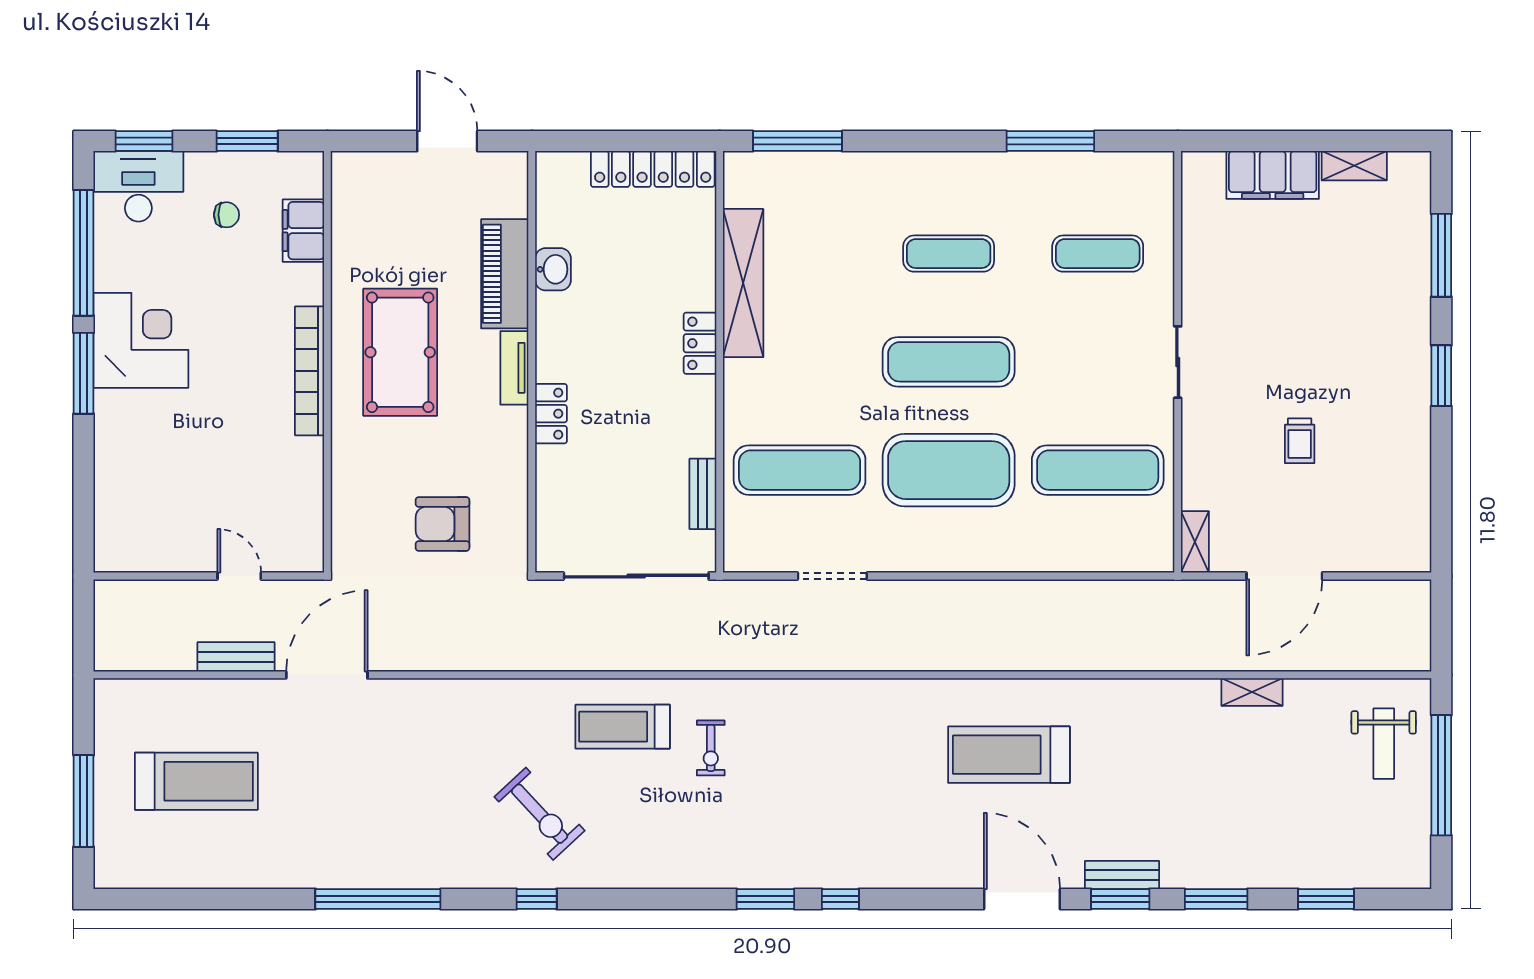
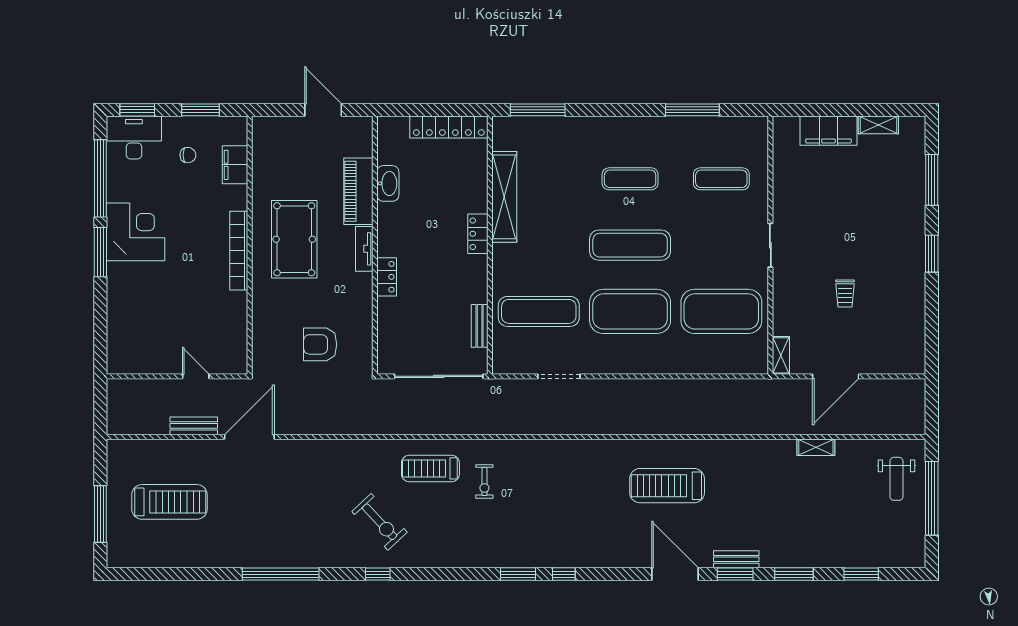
washbasin: (553, 269) -> (388, 183), width x1.38
exercise mat: (1098, 470) -> (721, 311), width x1.47

